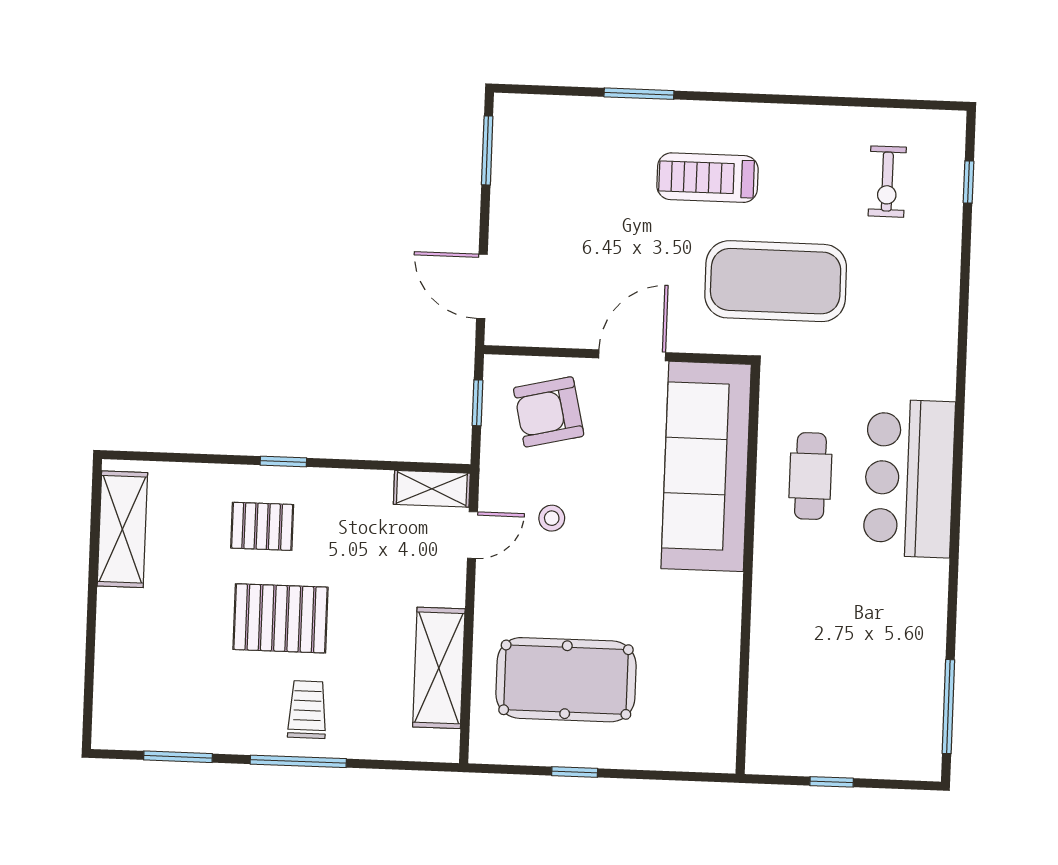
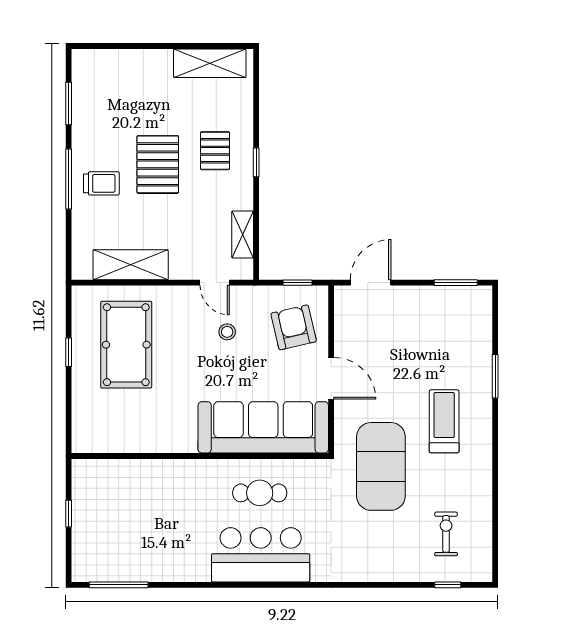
exercise bike: (887, 182) -> (446, 534), turned 90
shelving: (432, 489) -> (243, 234), moved

